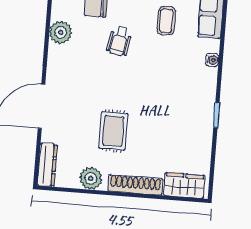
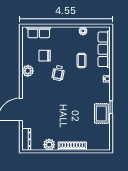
rug: (113, 131) -> (101, 114), moved
wardrobe: (184, 185) -> (97, 144), removed

